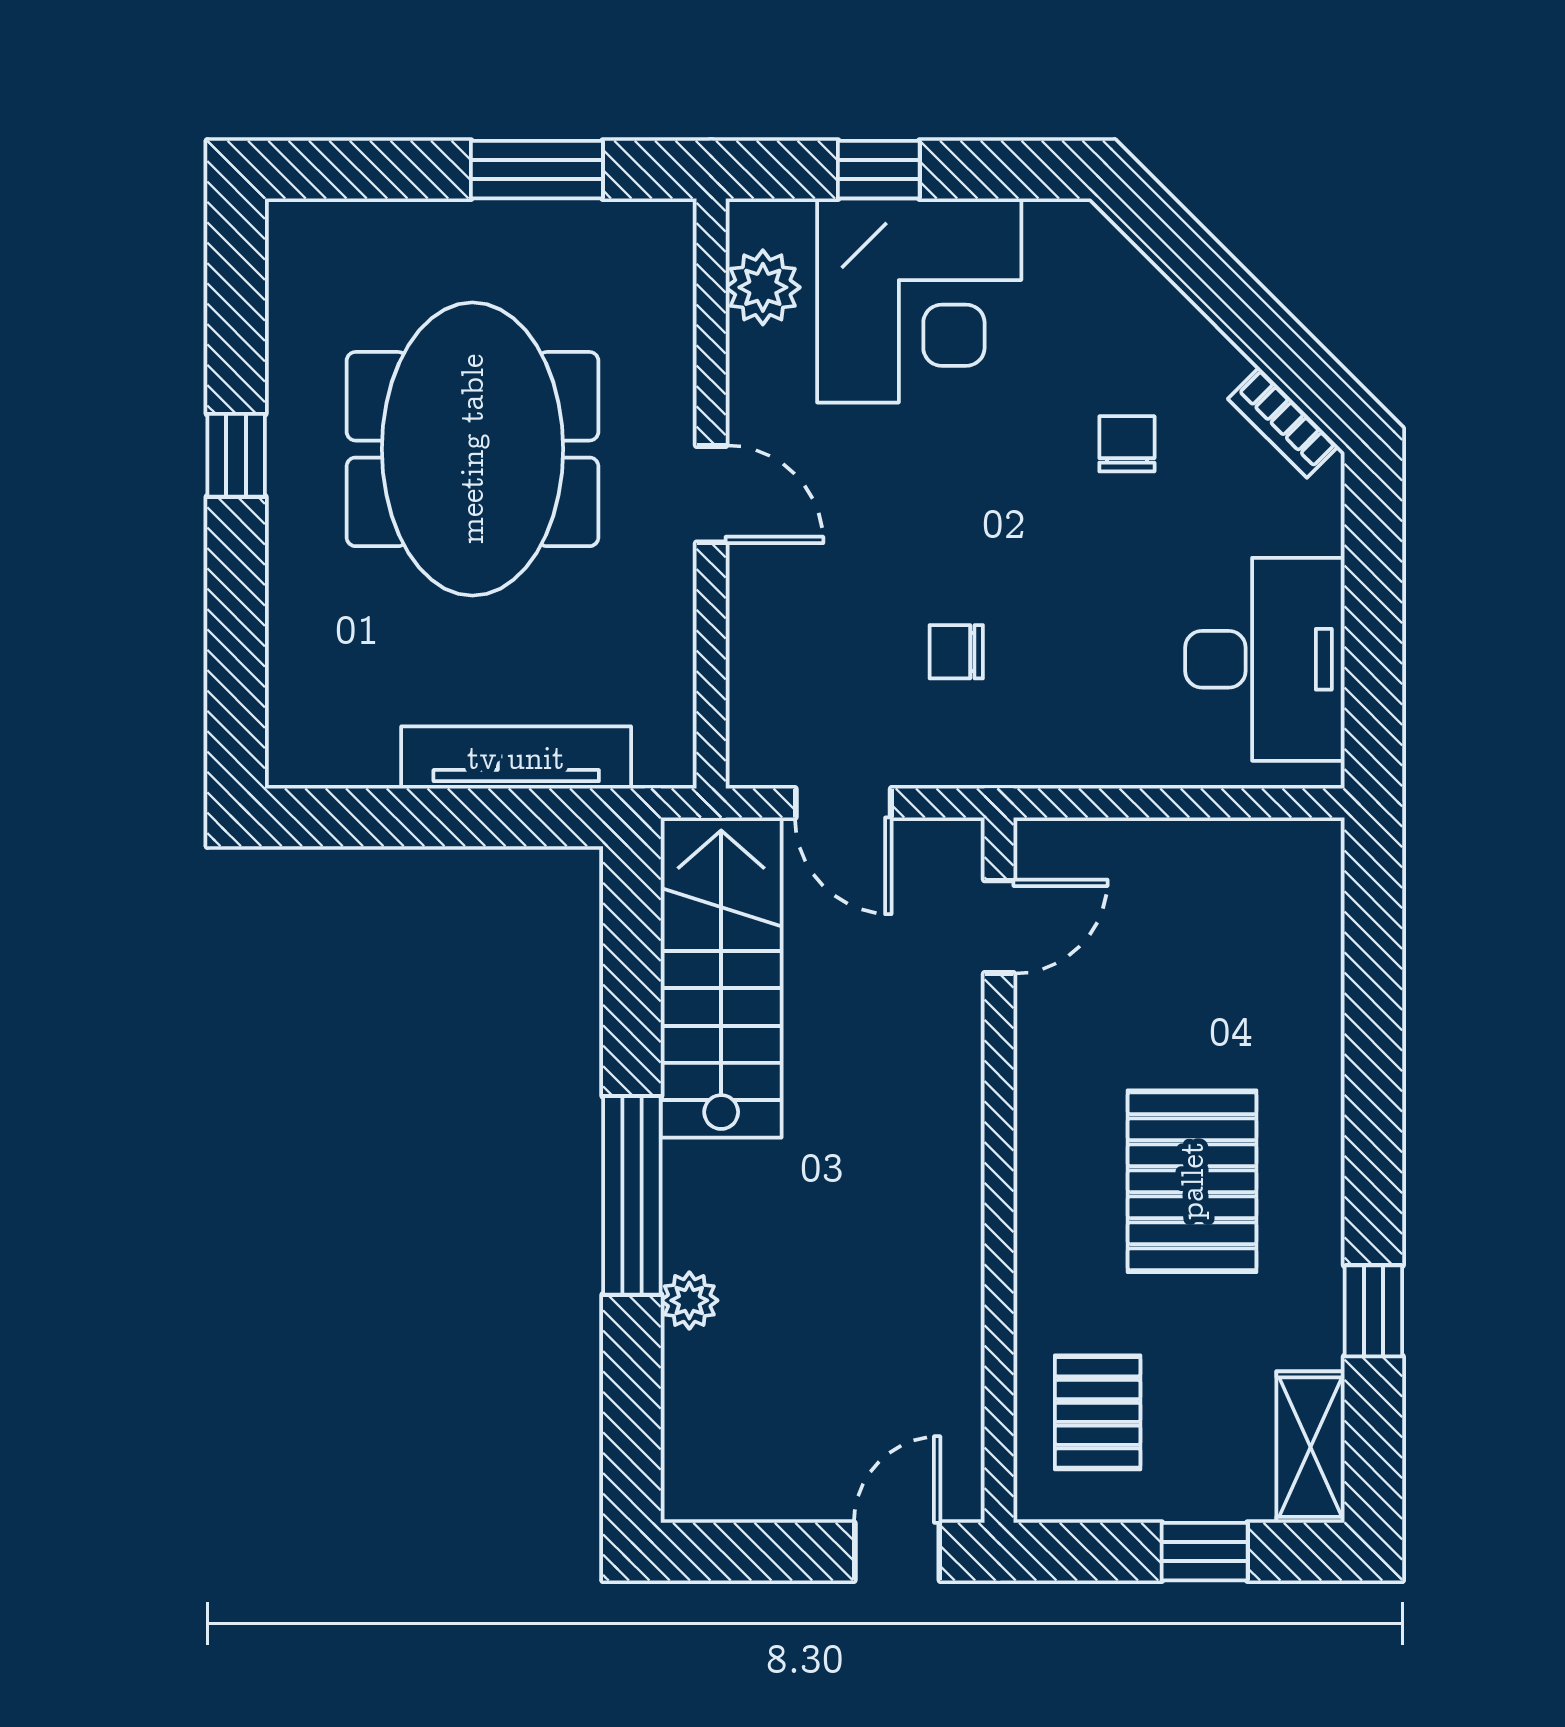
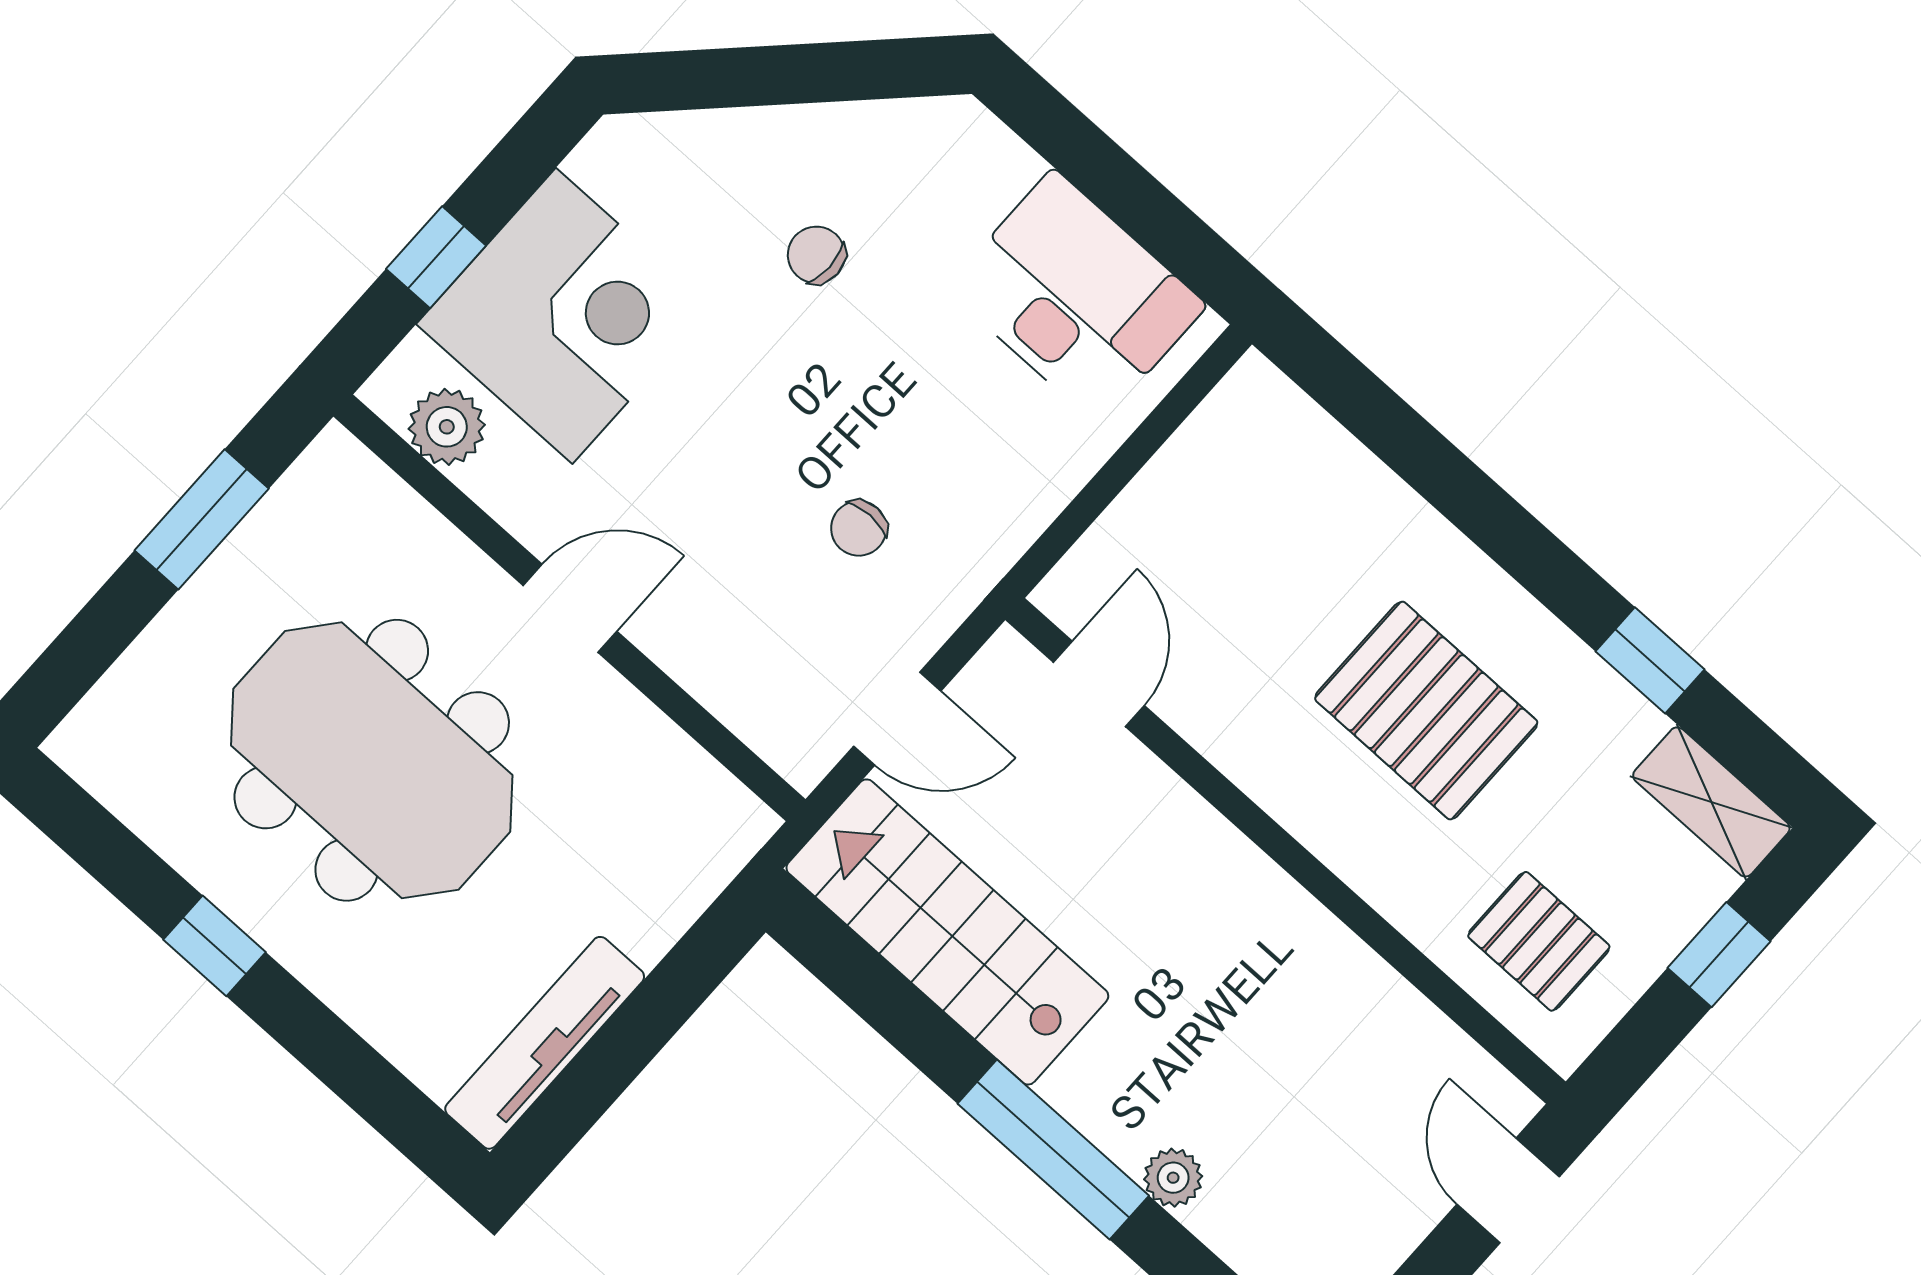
bookcase: (1283, 423) -> (907, 121), removed
tv unit: (516, 758) -> (545, 1043), moved

